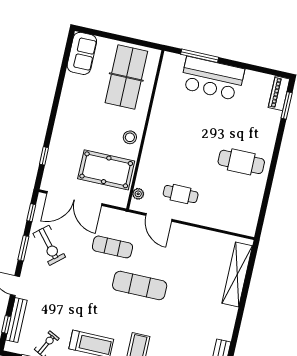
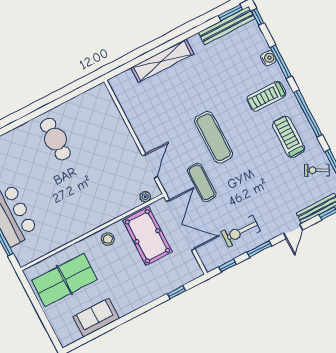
sofa: (82, 53) -> (96, 318), moved
cafe table: (181, 194) -> (118, 165), removed
double door: (74, 198) -> (181, 225), moved
exercise bike: (49, 245) -> (241, 231), turned -140
shelving: (237, 275) -> (162, 61), moved

